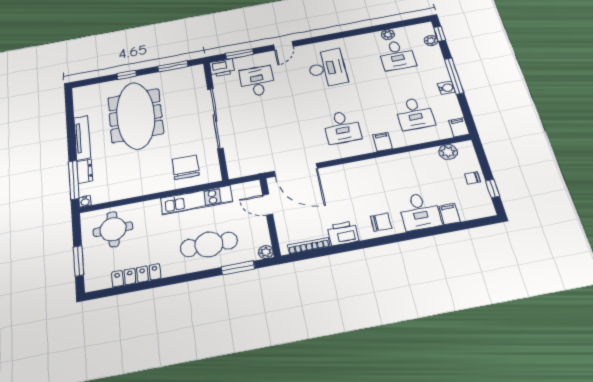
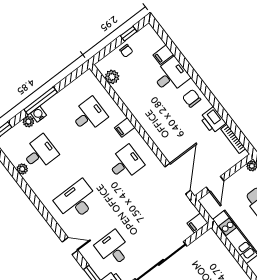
plant: (431, 41) -> (28, 122), moved
desk: (257, 81) -> (113, 249), turned 90
water cooler: (446, 88) -> (38, 114), moved
filing cabinet: (459, 127) -> (198, 223), moved
chair: (186, 167) -> (213, 260), removed

